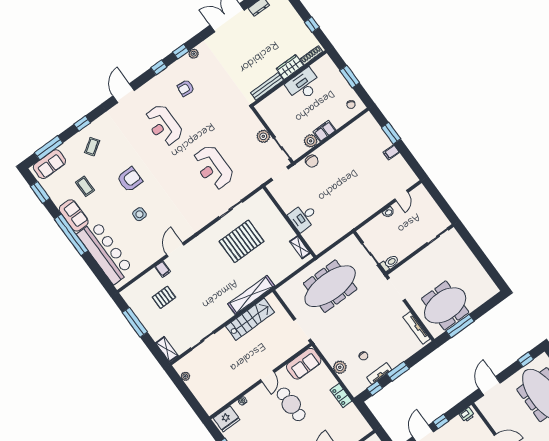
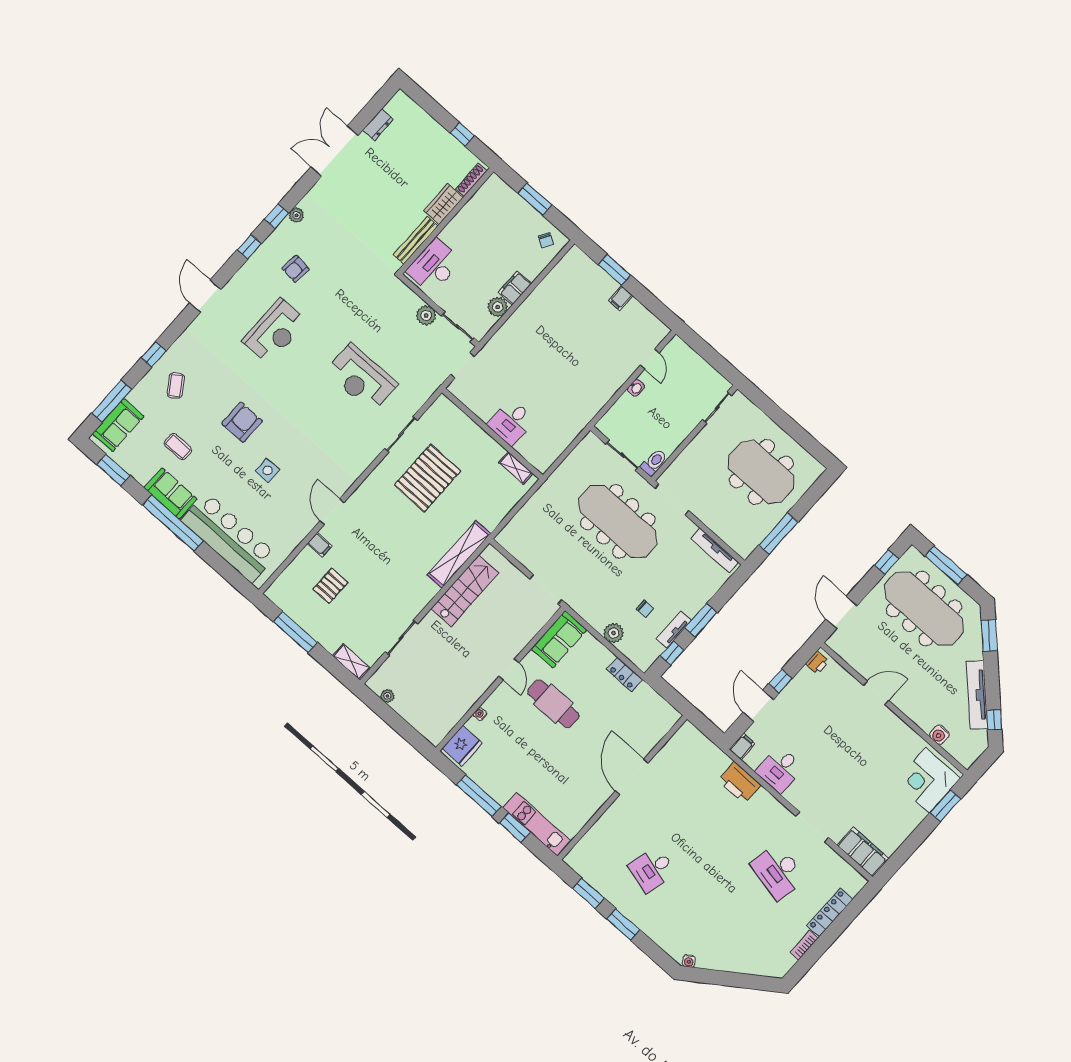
desk: (304, 85) -> (434, 266), moved
reception desk: (164, 125) -> (275, 331), turned -90
chair: (312, 161) -> (506, 336), removed
meeting table: (330, 286) -> (618, 521), moved, turned 90
meeting table: (445, 305) -> (761, 472), moved, turned 90

